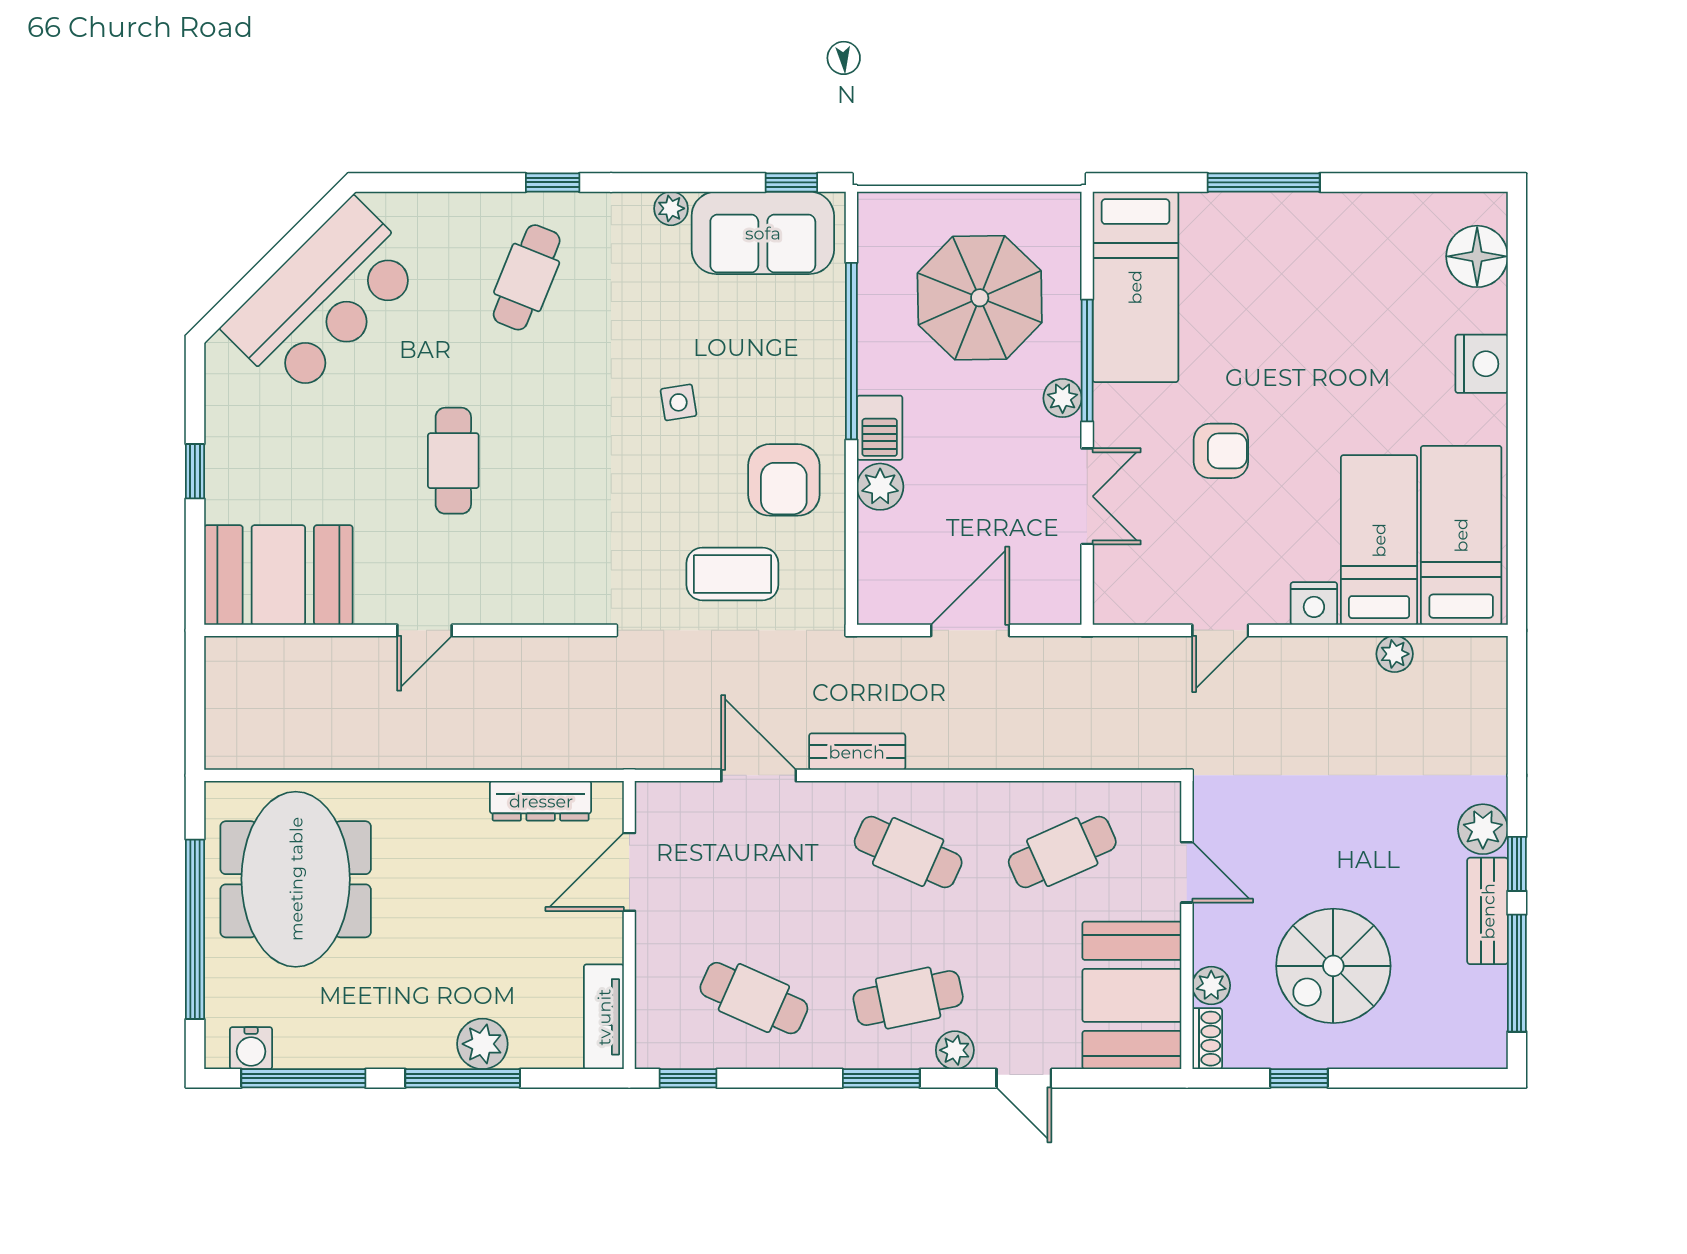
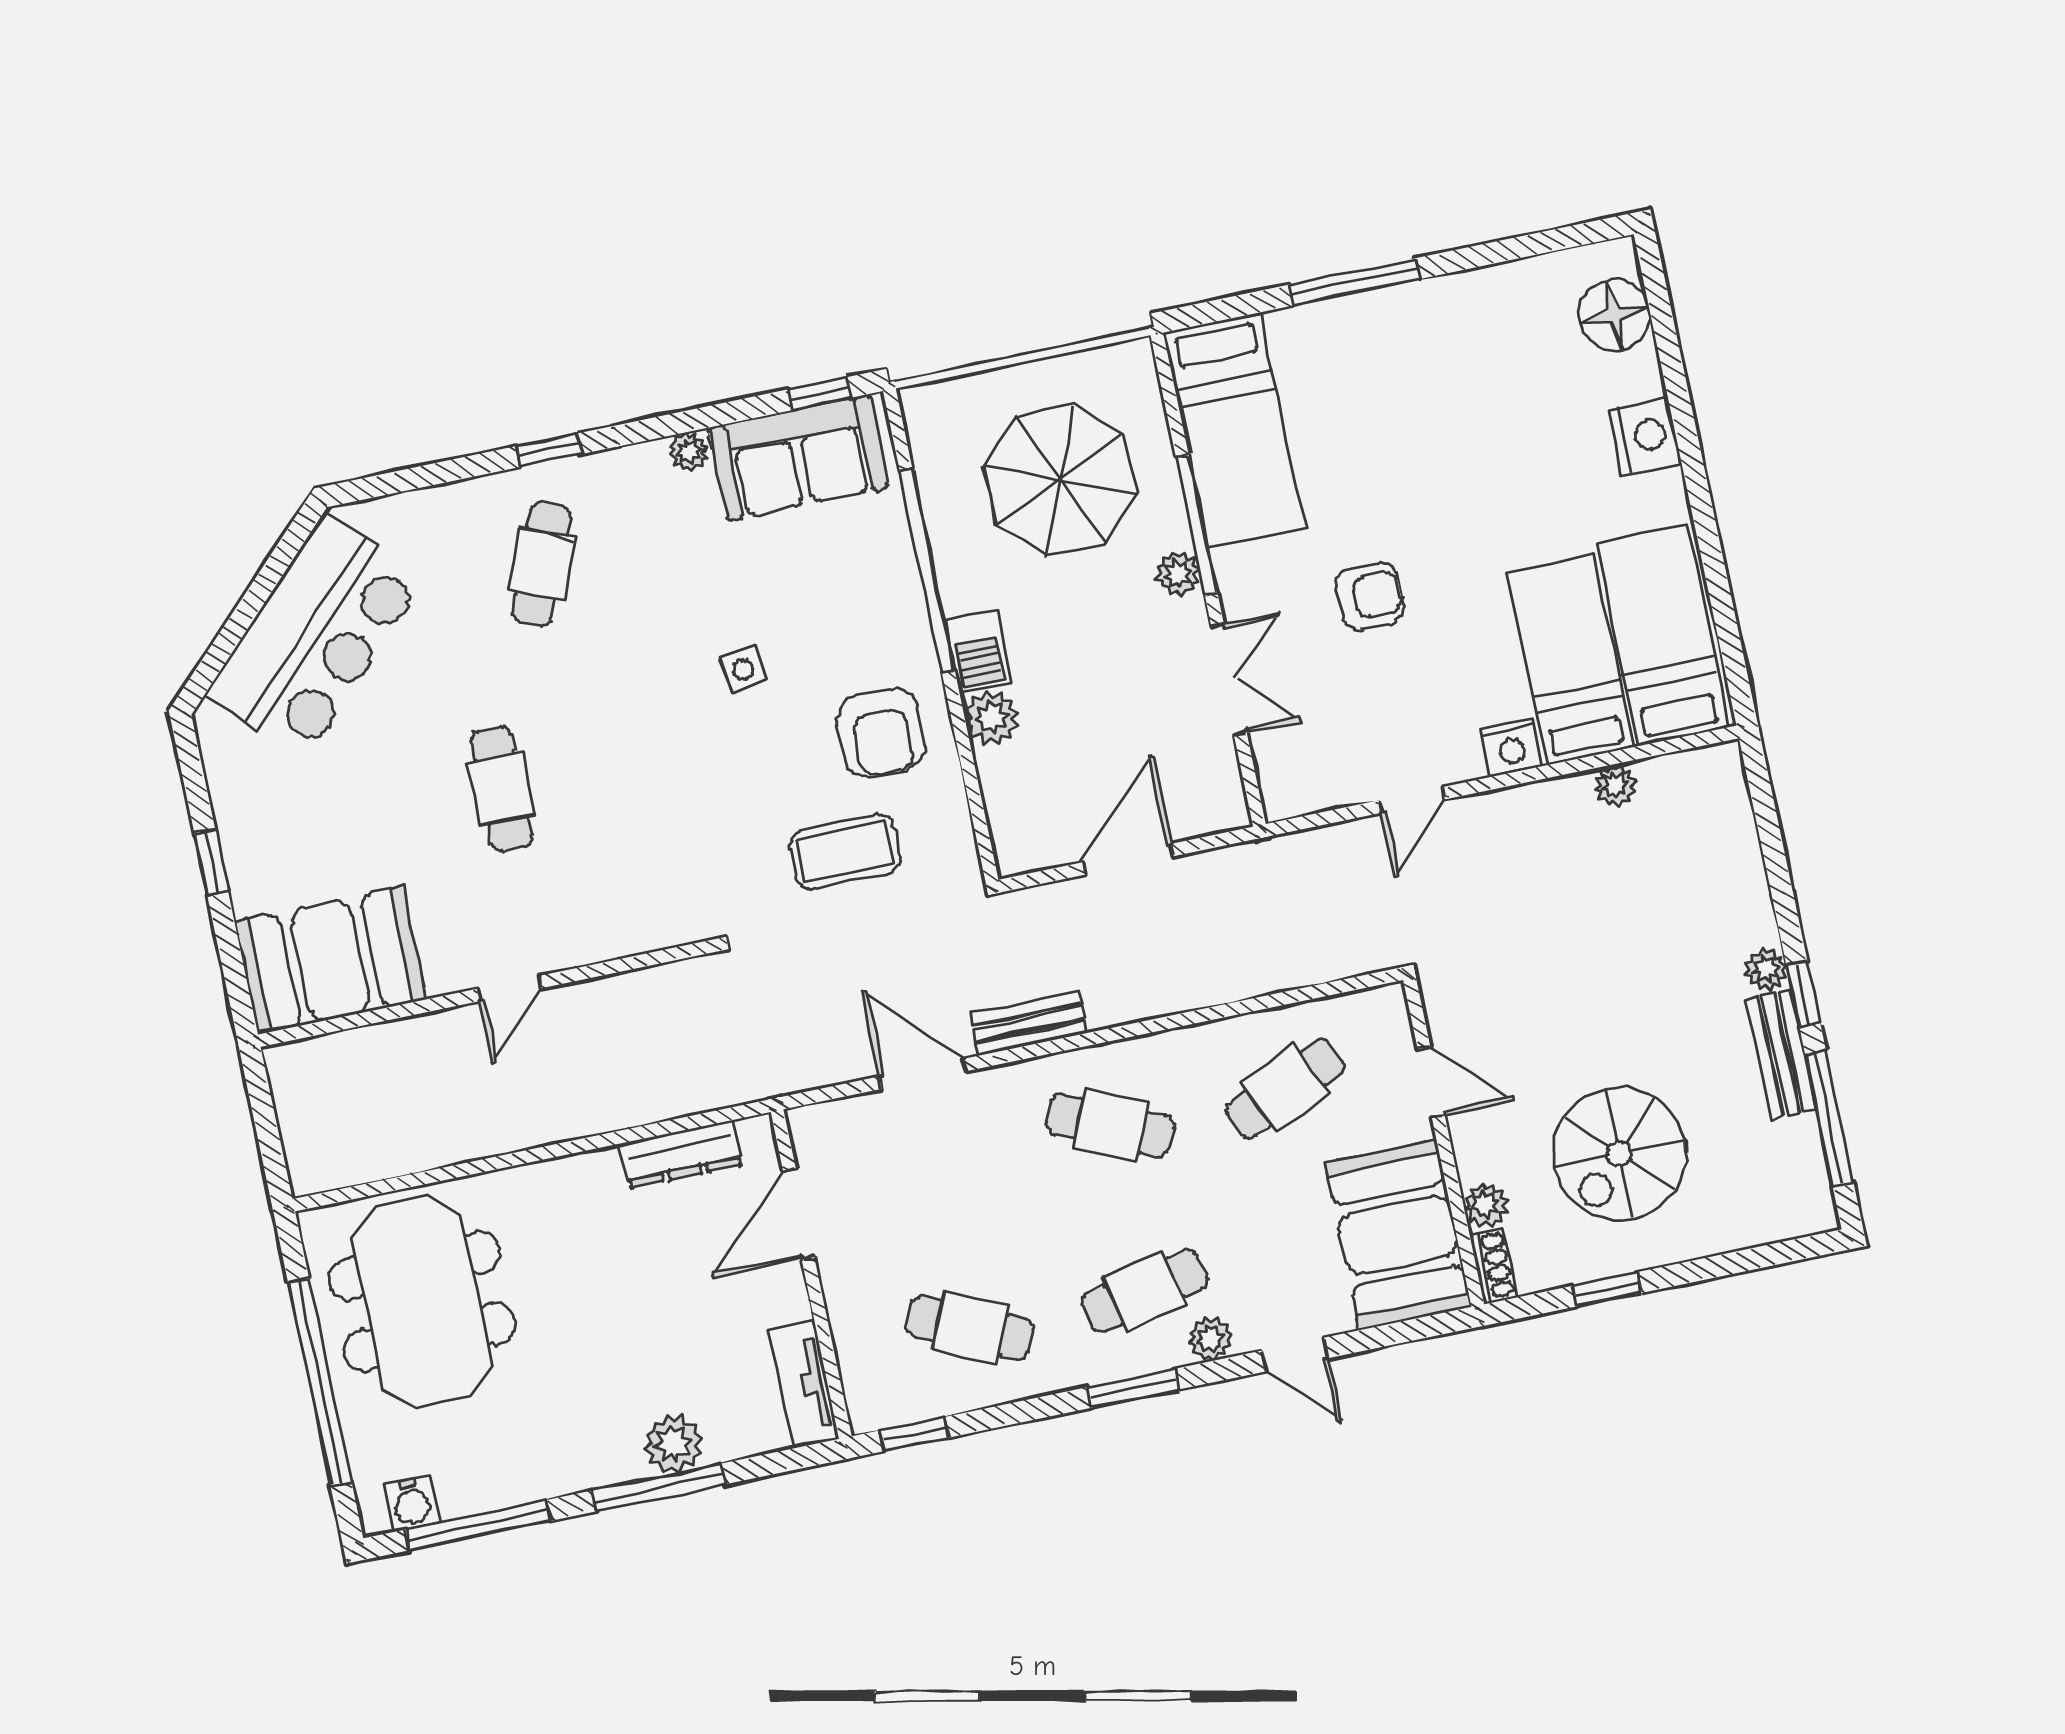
plant: (1483, 829) -> (1766, 969), width x0.73, depth x0.73

